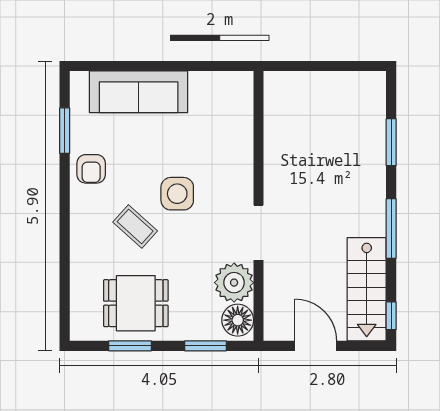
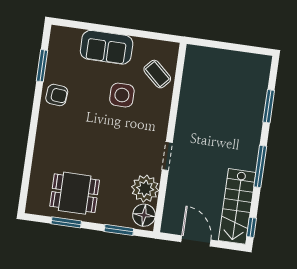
sofa: (139, 92) -> (107, 47), width x0.73
armchair: (91, 169) -> (57, 95), turned -85
side table: (177, 194) -> (122, 95), moved
coffee table: (135, 226) -> (157, 74), moved
doorway: (259, 233) -> (167, 156), width x0.73

